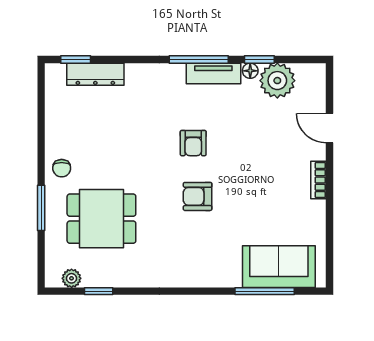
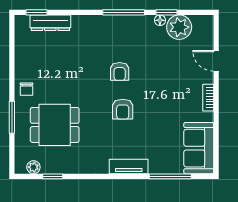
tv unit: (213, 73) -> (129, 166), moved, turned 180
armchair: (198, 196) -> (123, 109), turned -90
sofa: (279, 267) -> (199, 148), moved, turned -90

